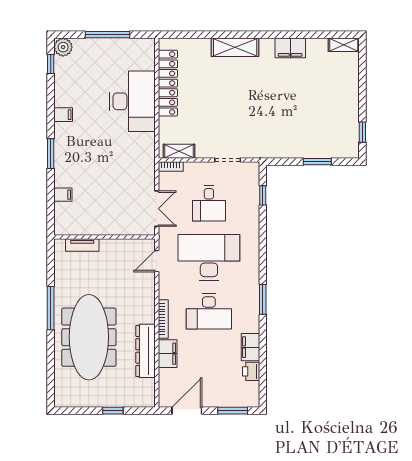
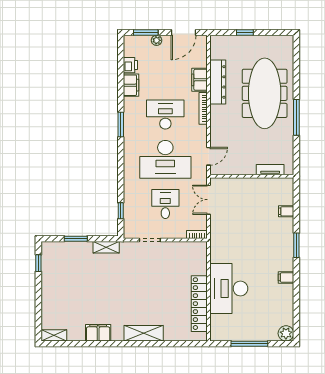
window: (51, 64) -> (296, 319), removed
shelving: (179, 151) -> (106, 247), moved
plant: (220, 401) -> (157, 40), added

